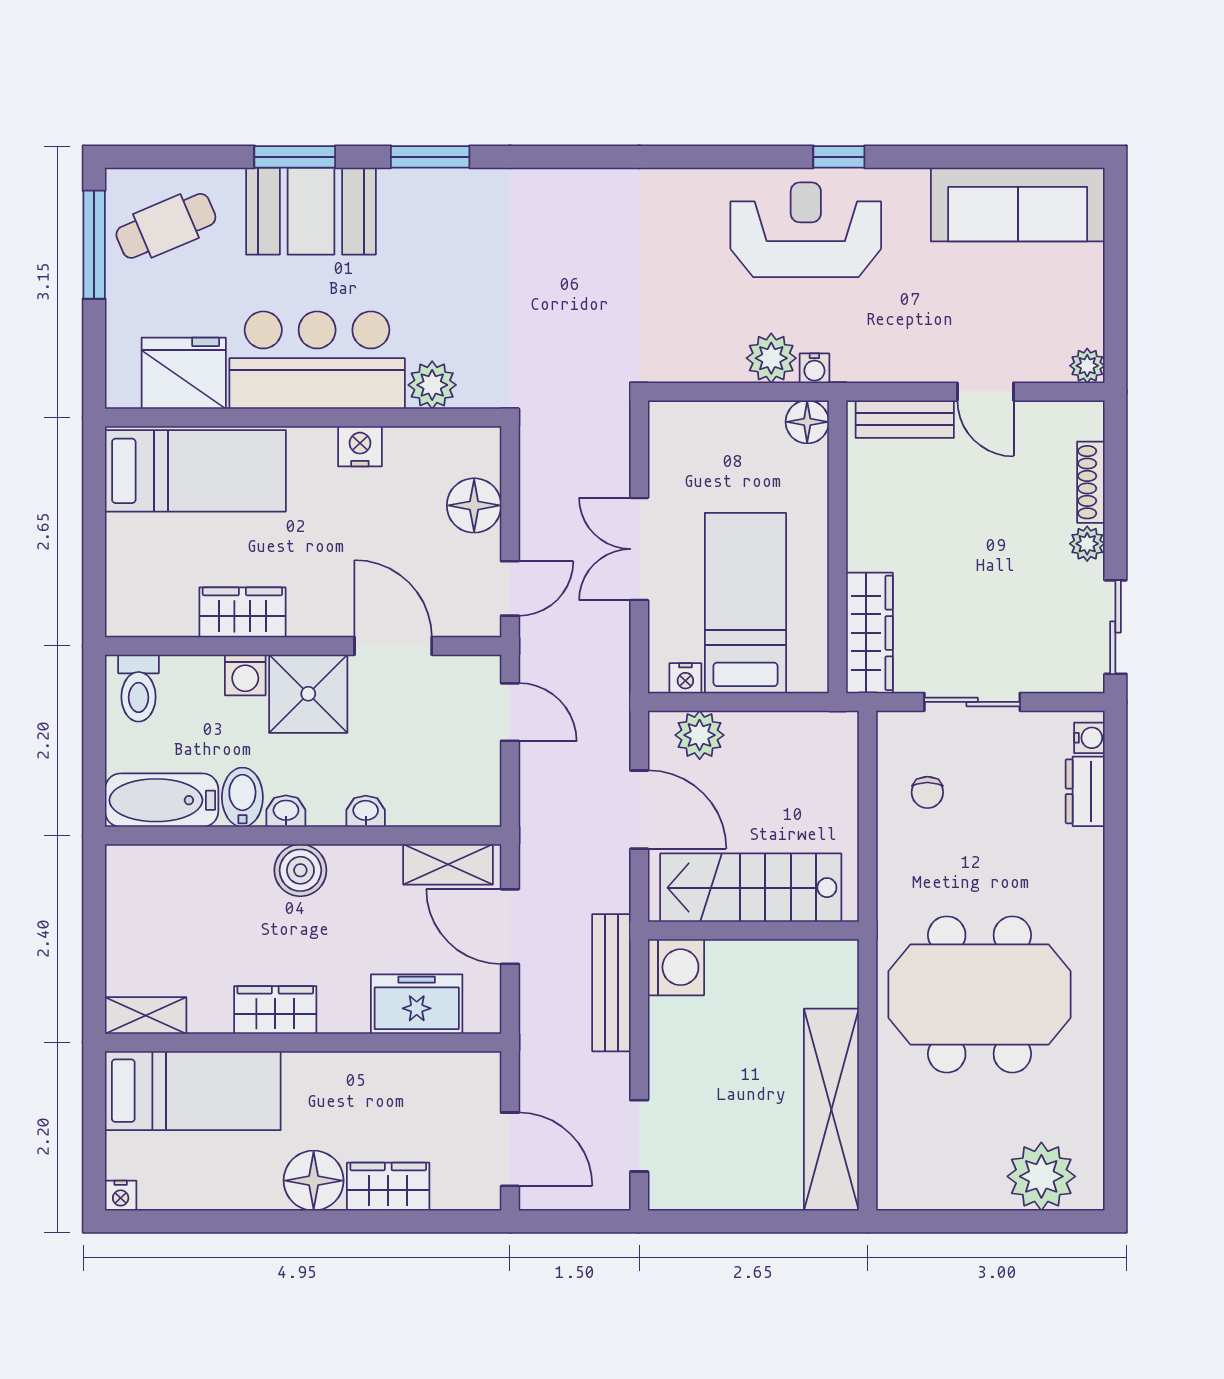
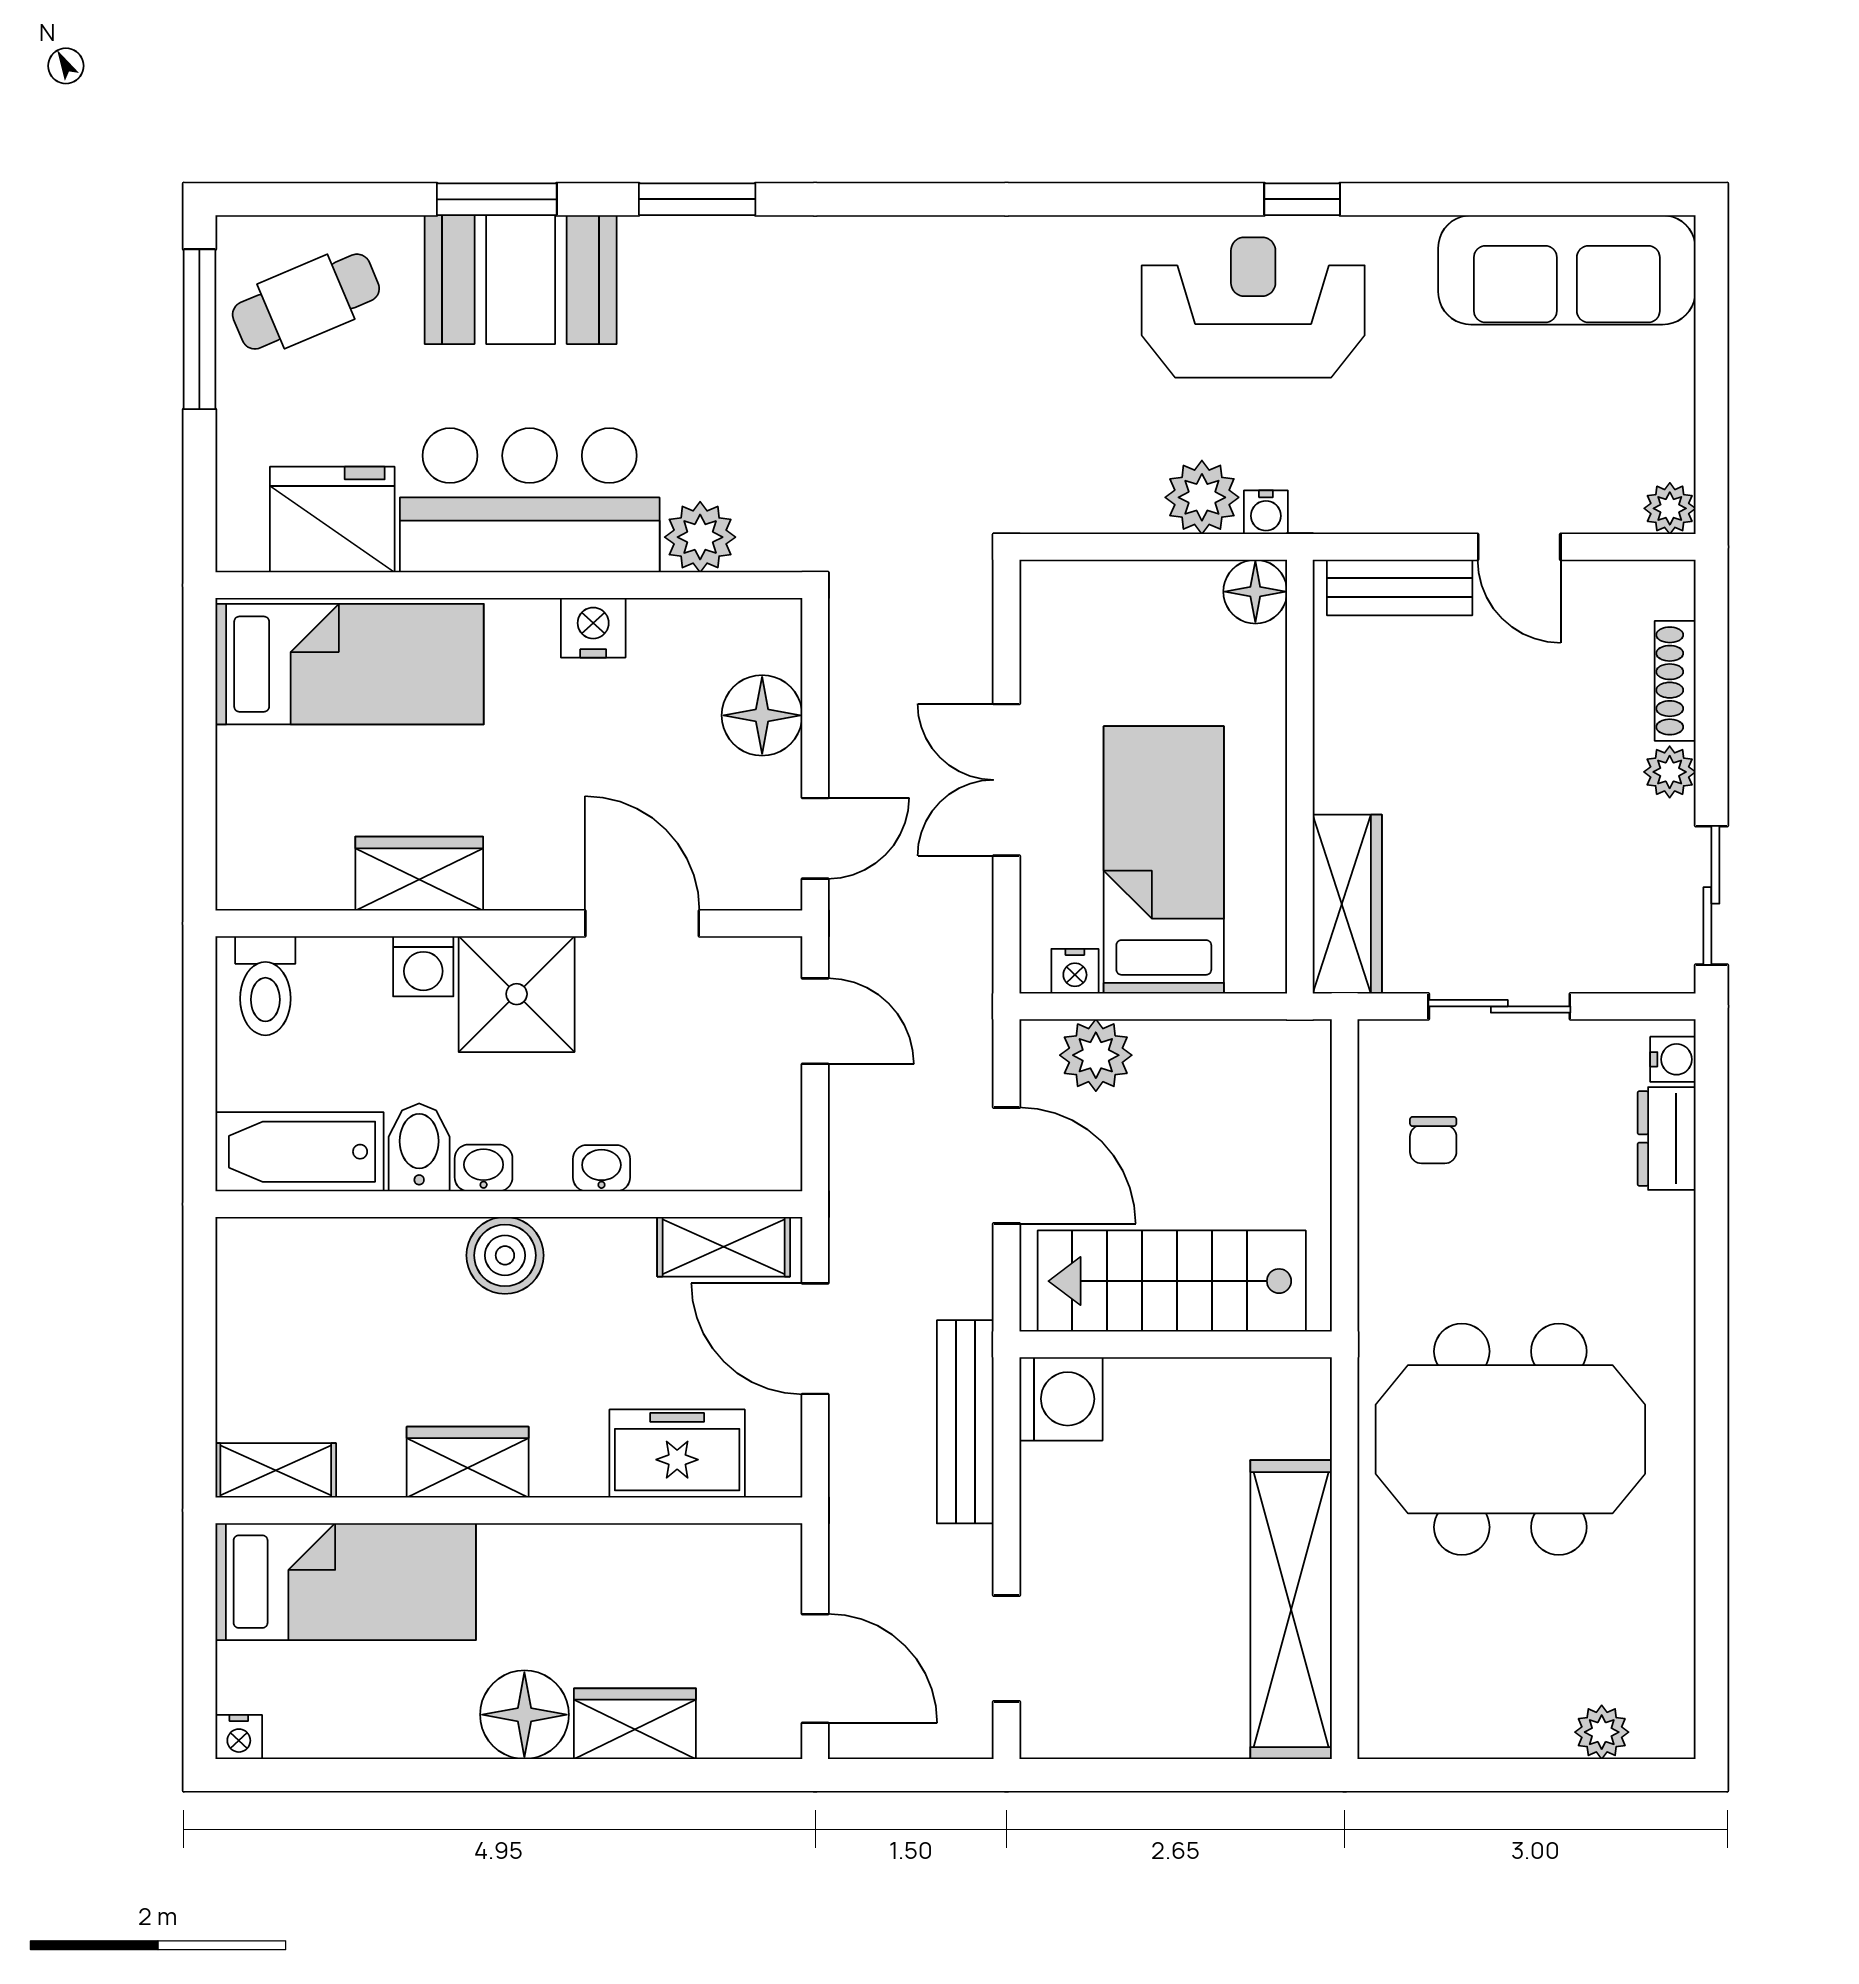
plant: (1041, 1176) -> (1602, 1732), width x0.53, depth x0.53

